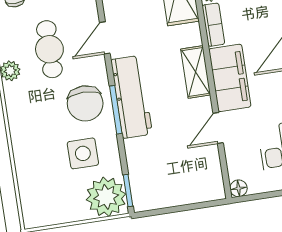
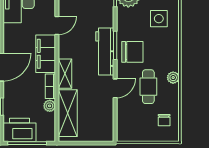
shelving: (196, 72) -> (65, 74), moved
chair: (85, 103) -> (132, 52), turned 90
side table: (83, 153) -> (159, 19), moved

